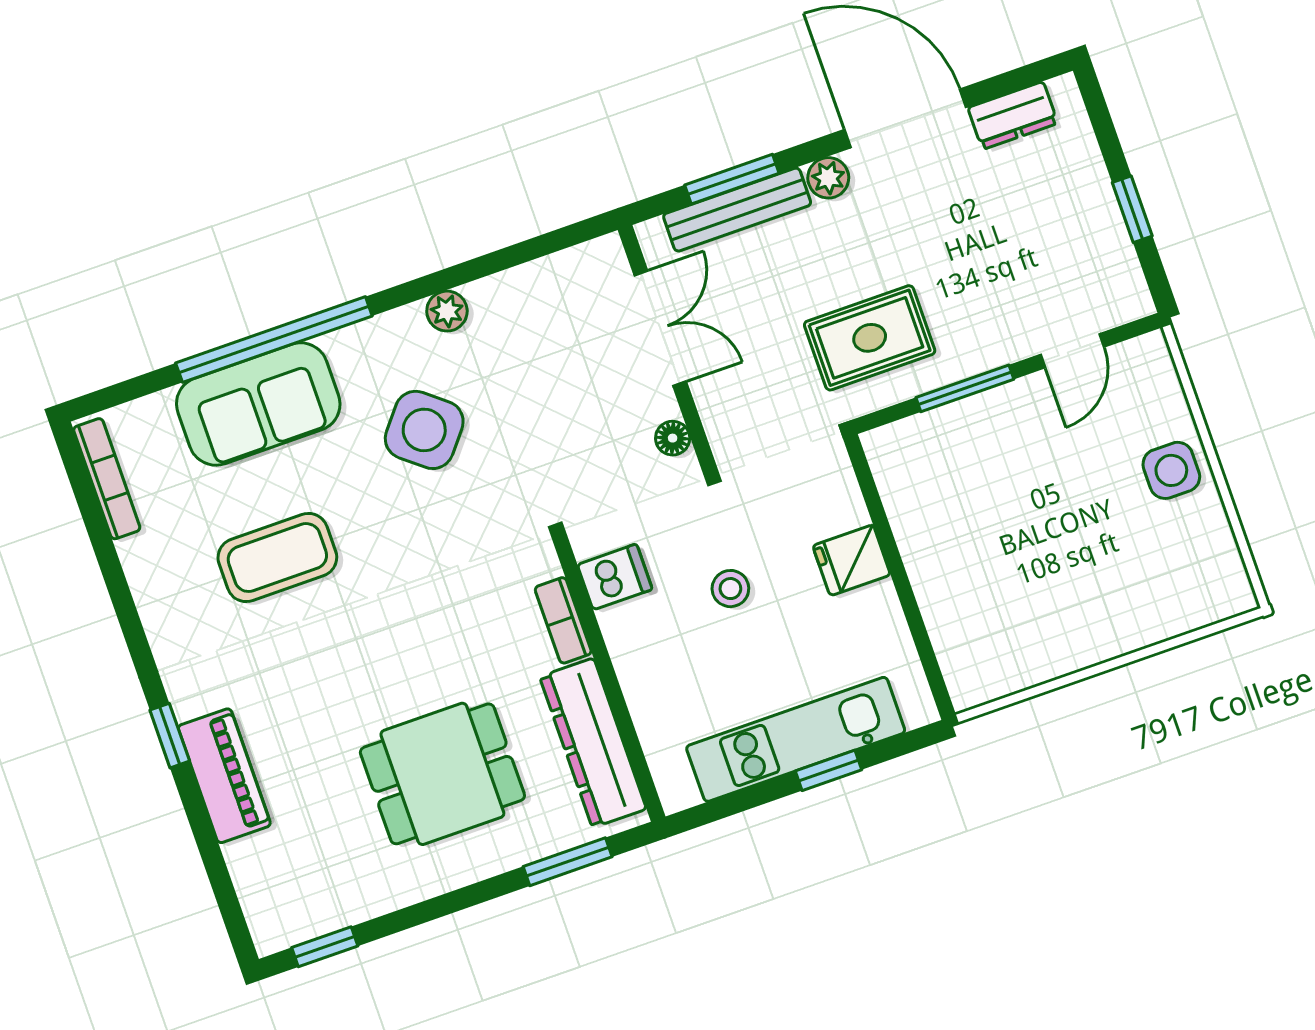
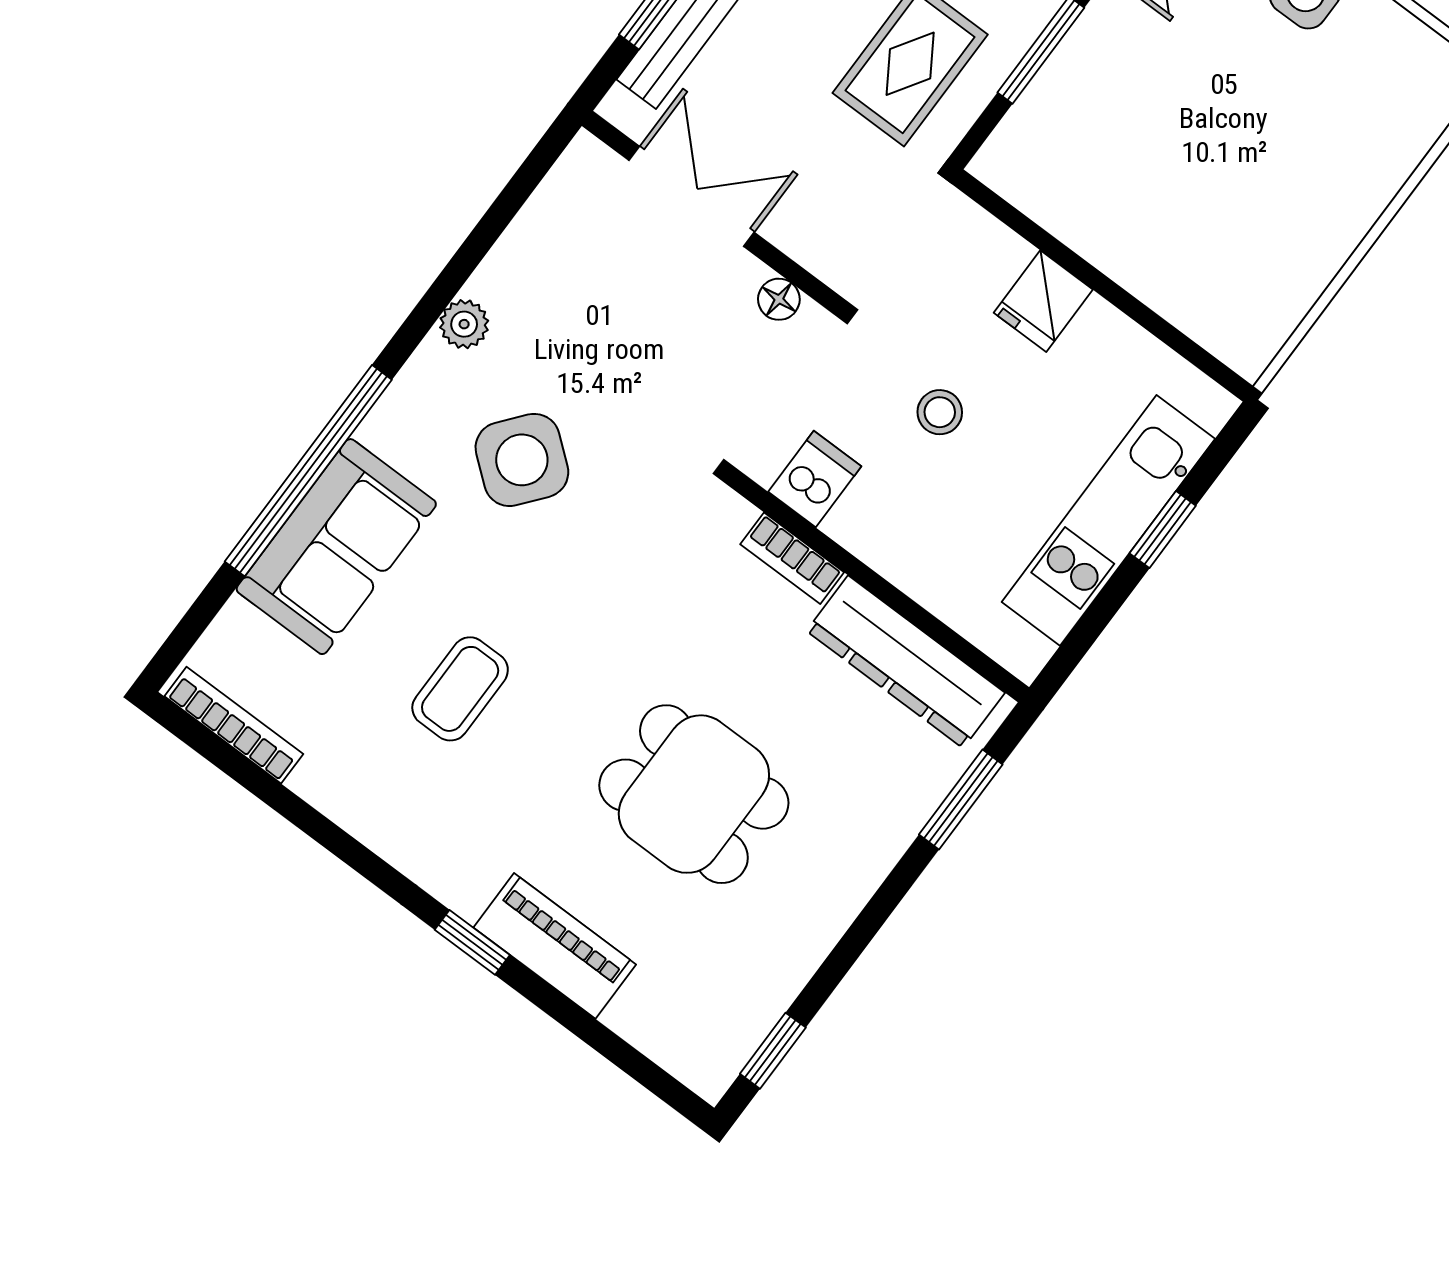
coffee table: (277, 558) -> (460, 689), width x0.73, depth x0.77
dining table: (442, 774) -> (694, 794), moved, turned 90

